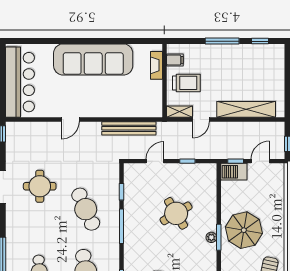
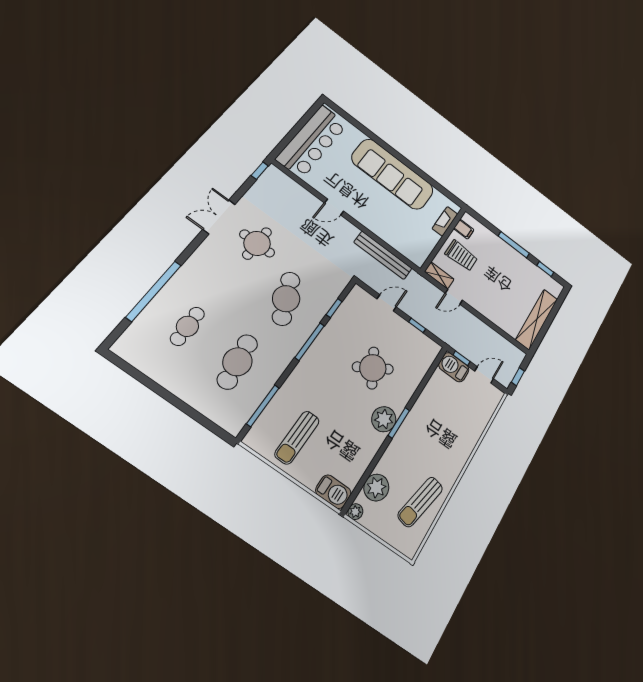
shelving: (246, 109) -> (537, 319), moved, turned 90
parasol: (244, 230) -> (428, 433), removed
plant: (211, 237) -> (384, 419), width x1.87, depth x1.87

